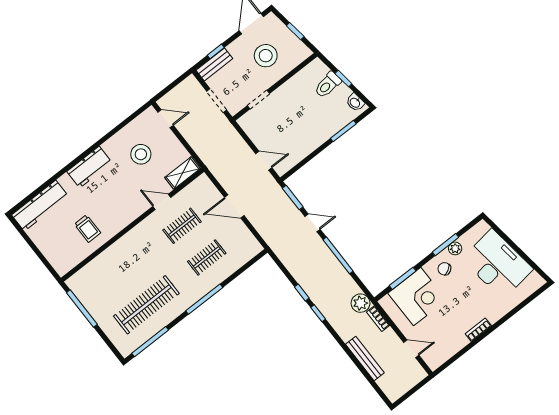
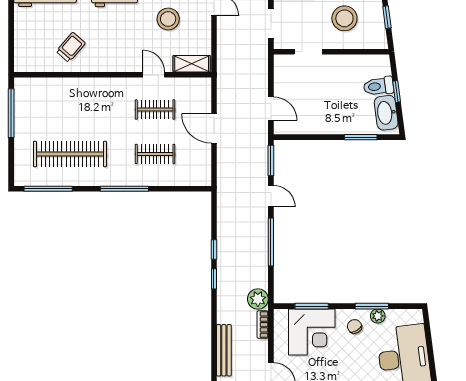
washbasin: (355, 102) -> (386, 113), width x1.91, depth x1.45
trolley: (87, 229) -> (71, 47), turned -139

